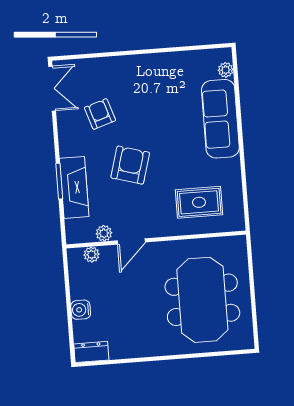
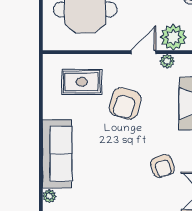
armchair: (130, 165) -> (125, 103), moved
plant: (92, 254) -> (173, 37), width x1.88, depth x1.88

